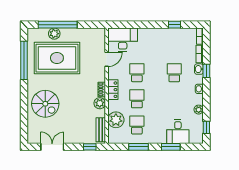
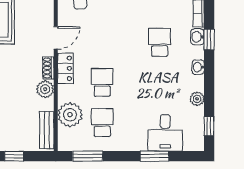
door: (107, 59) -> (56, 38), moved
school desk: (137, 73) -> (102, 42), removed
window: (90, 147) -> (14, 156), moved
window: (139, 147) -> (88, 156), moved

